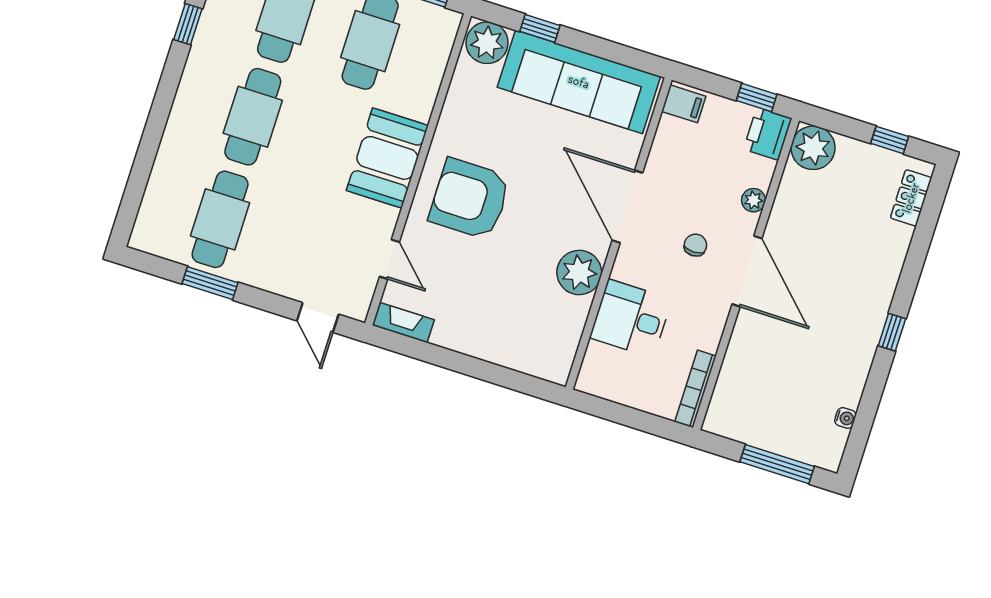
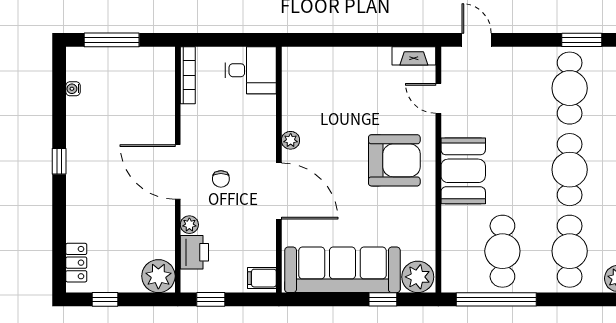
printer: (768, 134) -> (194, 252), moved
plant: (579, 272) -> (291, 140), width x0.53, depth x0.53
window: (210, 283) -> (582, 40), moved
desk: (631, 318) -> (251, 70), moved

